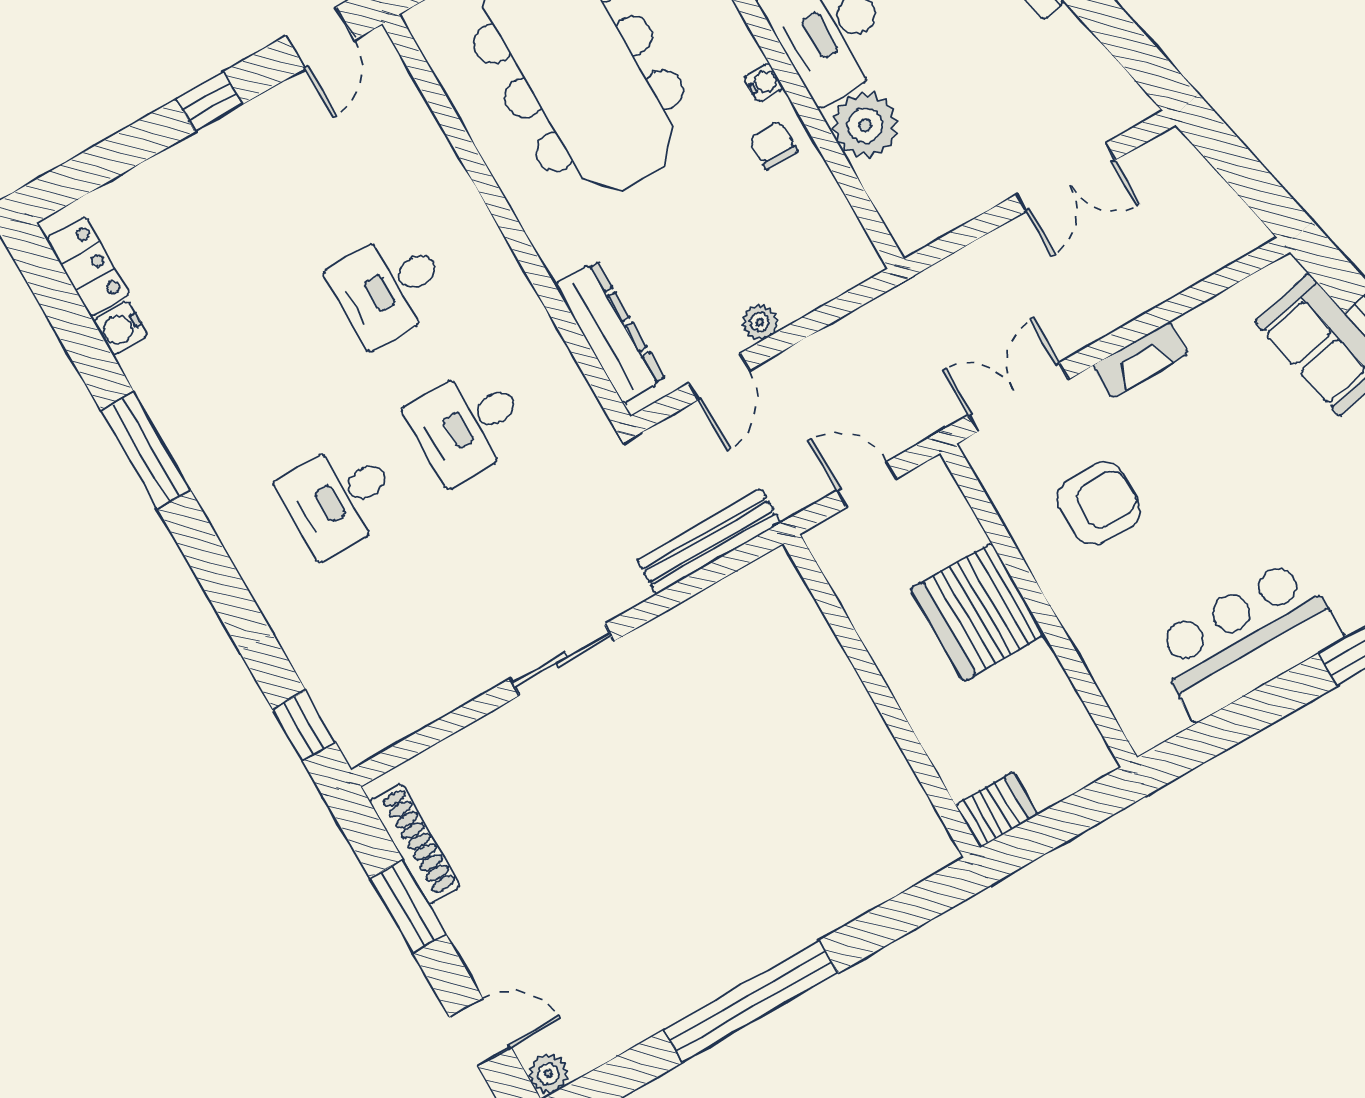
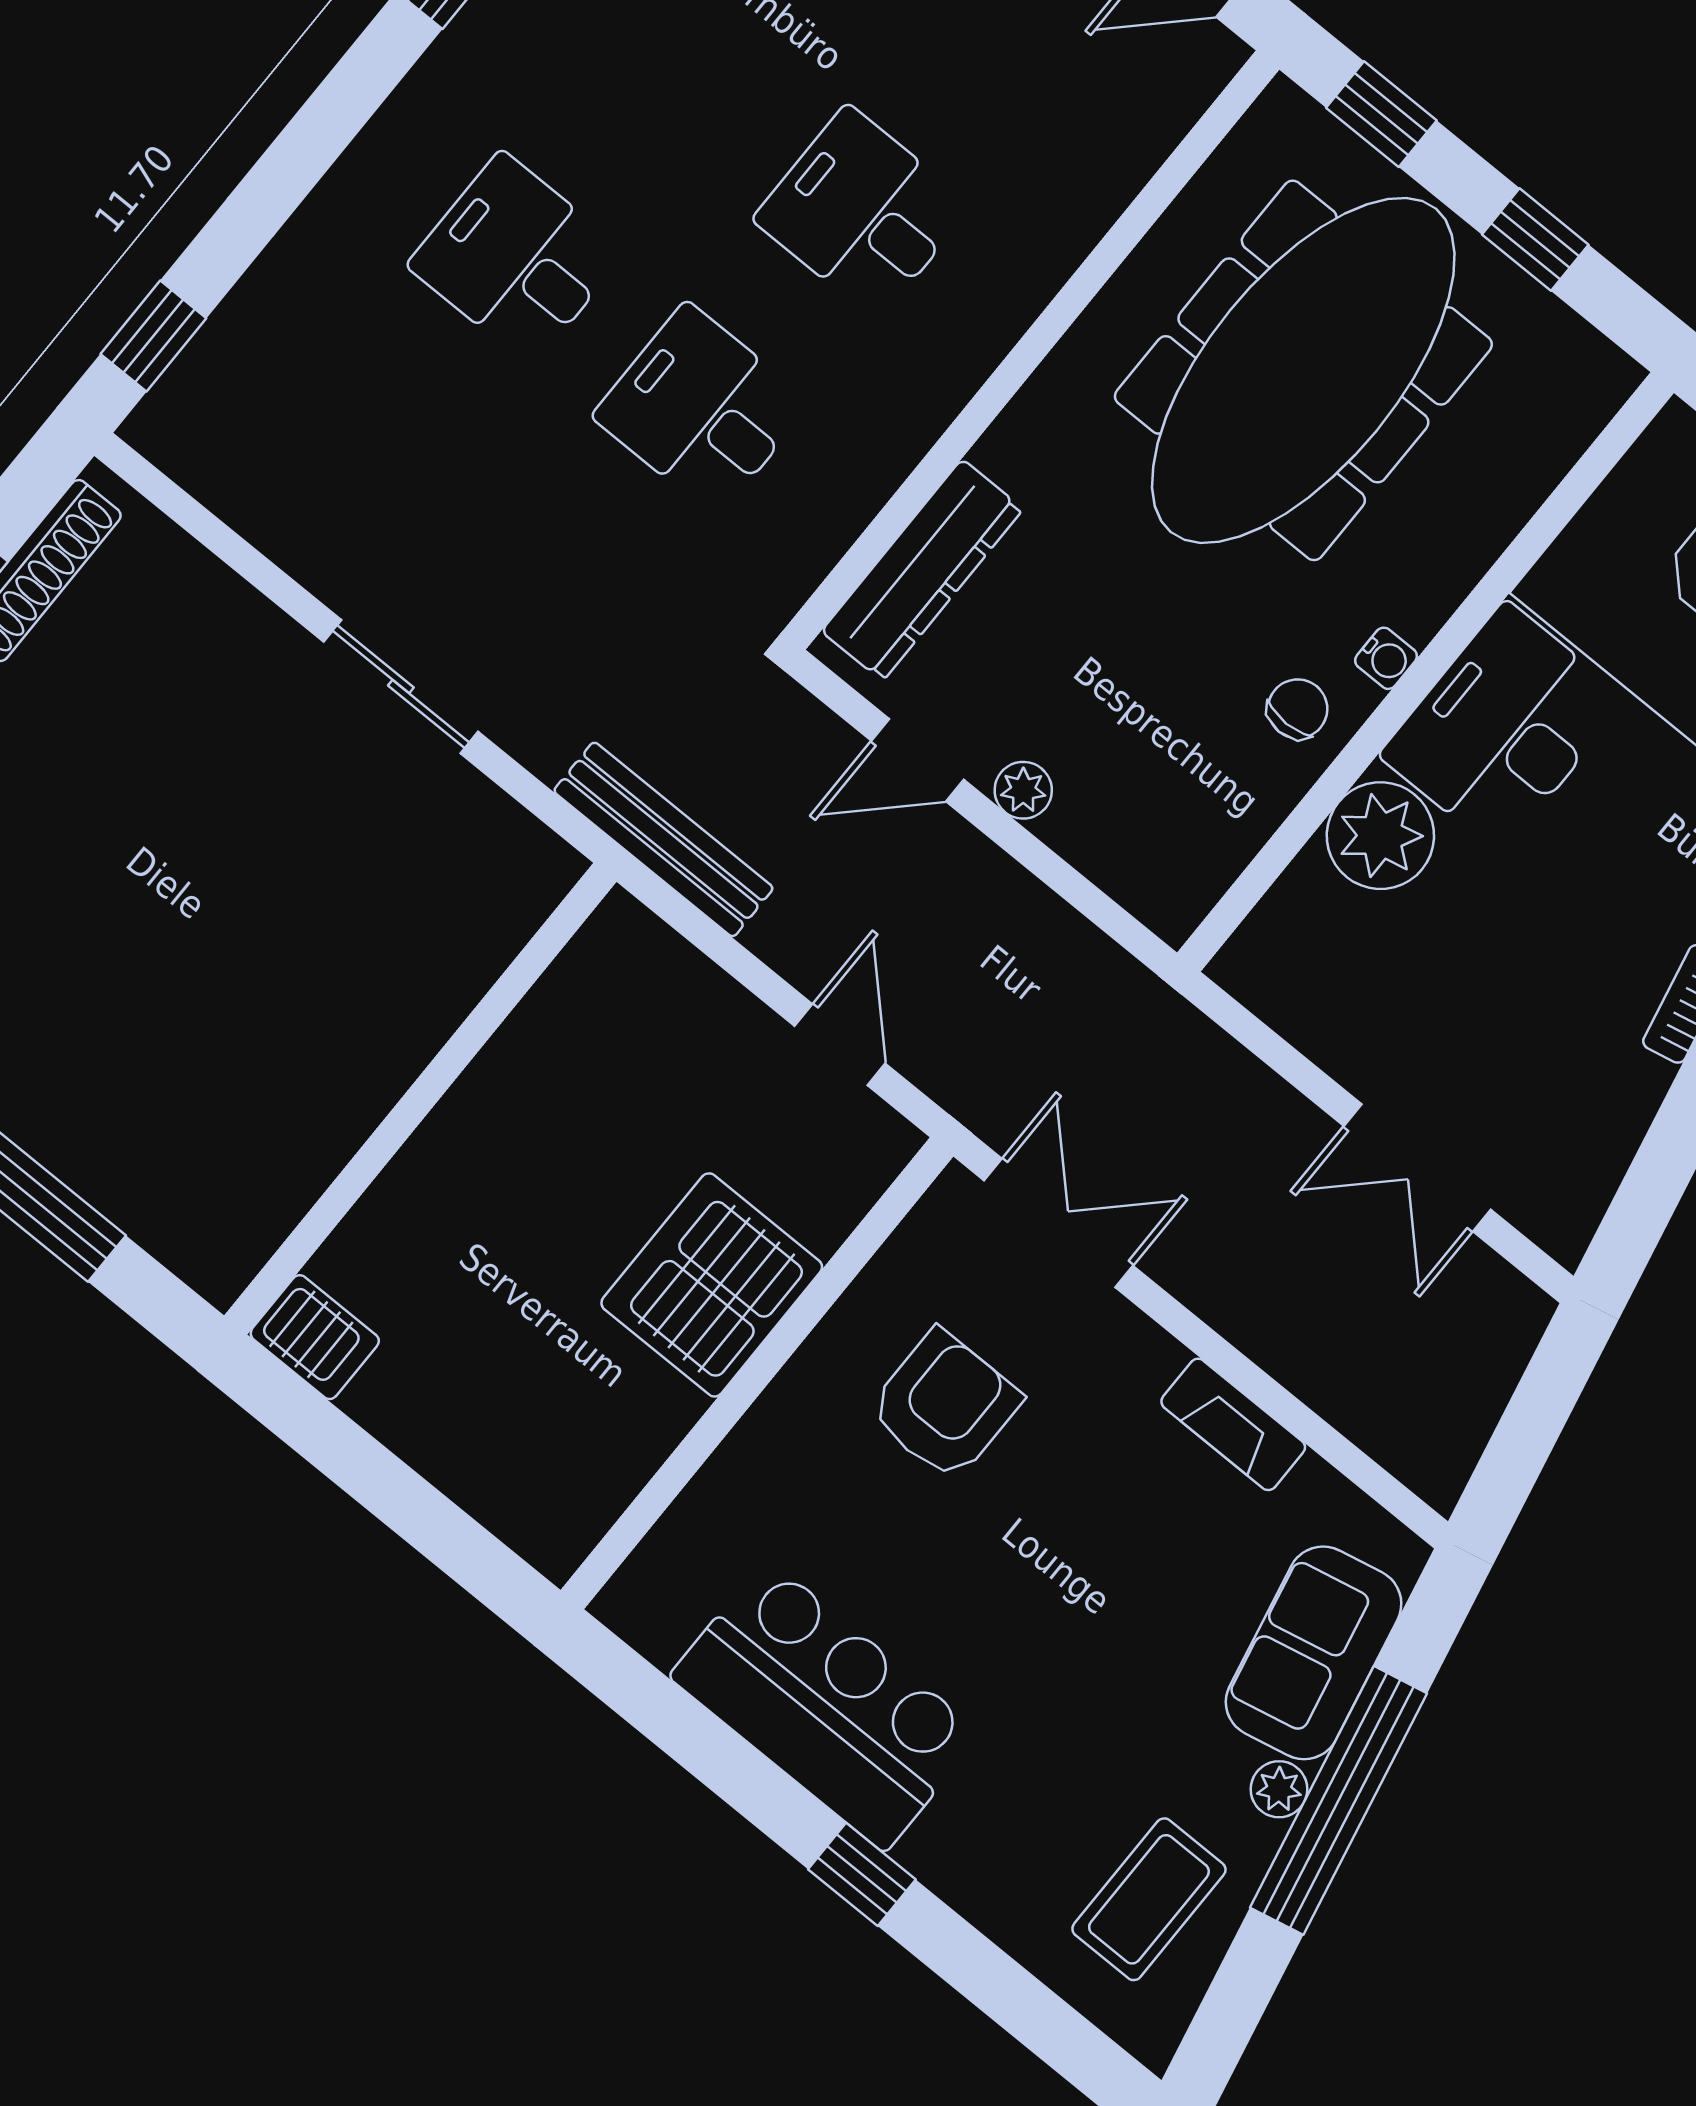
fireplace: (1140, 360) -> (1233, 1424), moved
armchair: (1099, 504) -> (945, 1405), turned -90
wall: (882, 696) -> (420, 1099), moved
server rack: (996, 810) -> (315, 1337), moved

